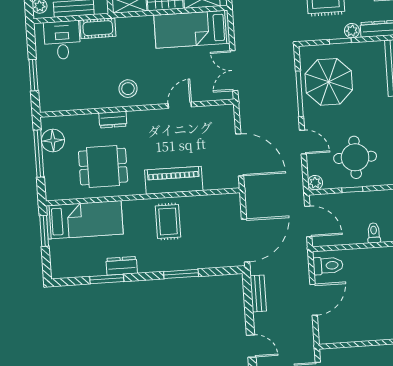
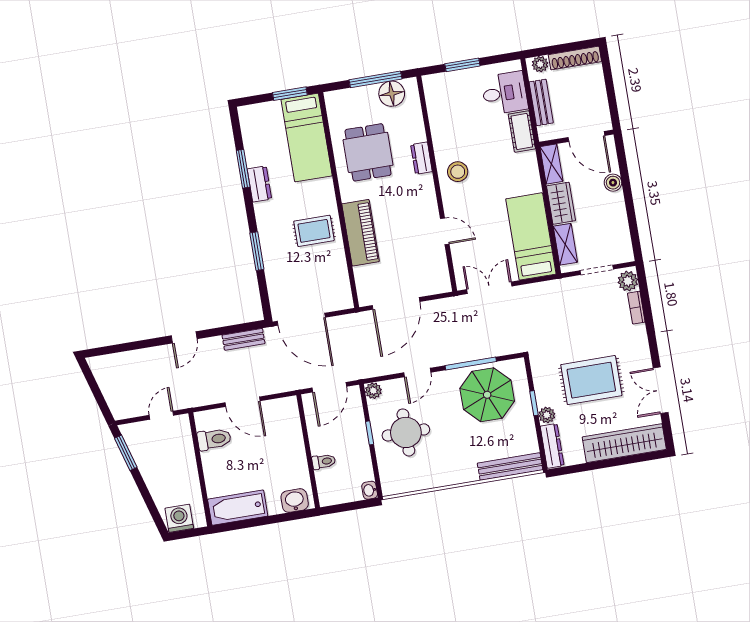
toilet: (328, 266) -> (214, 439), moved, turned -90

